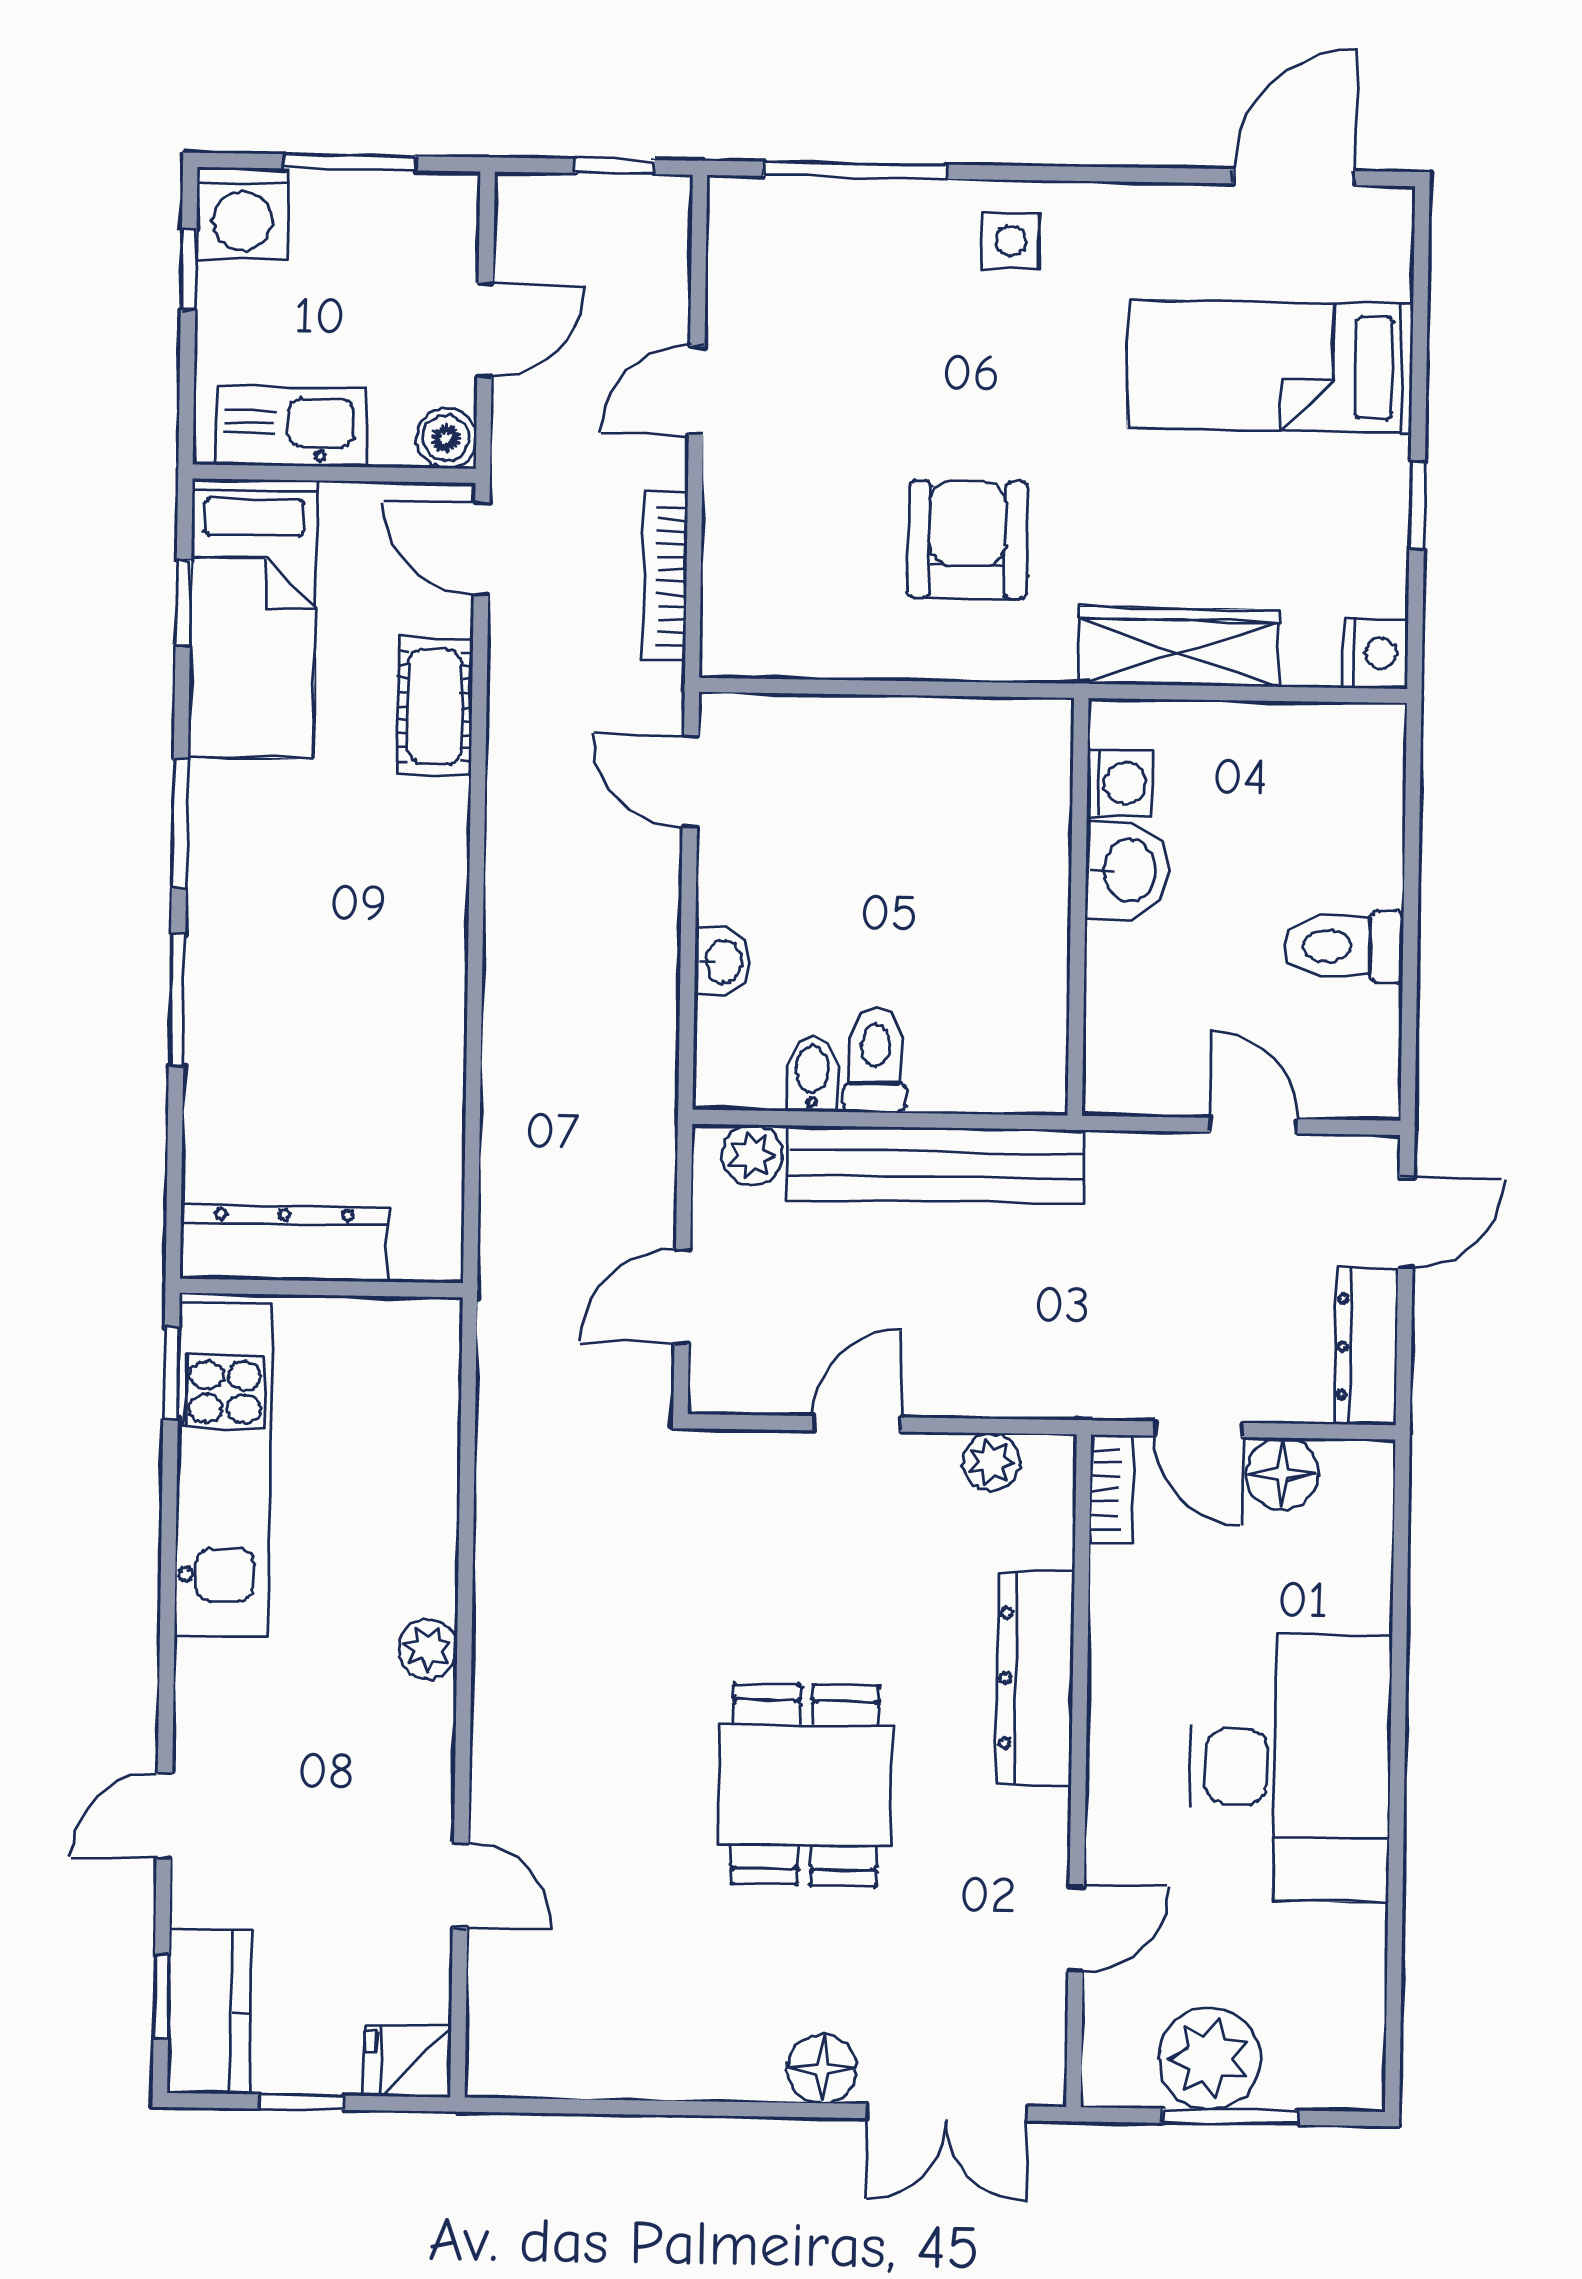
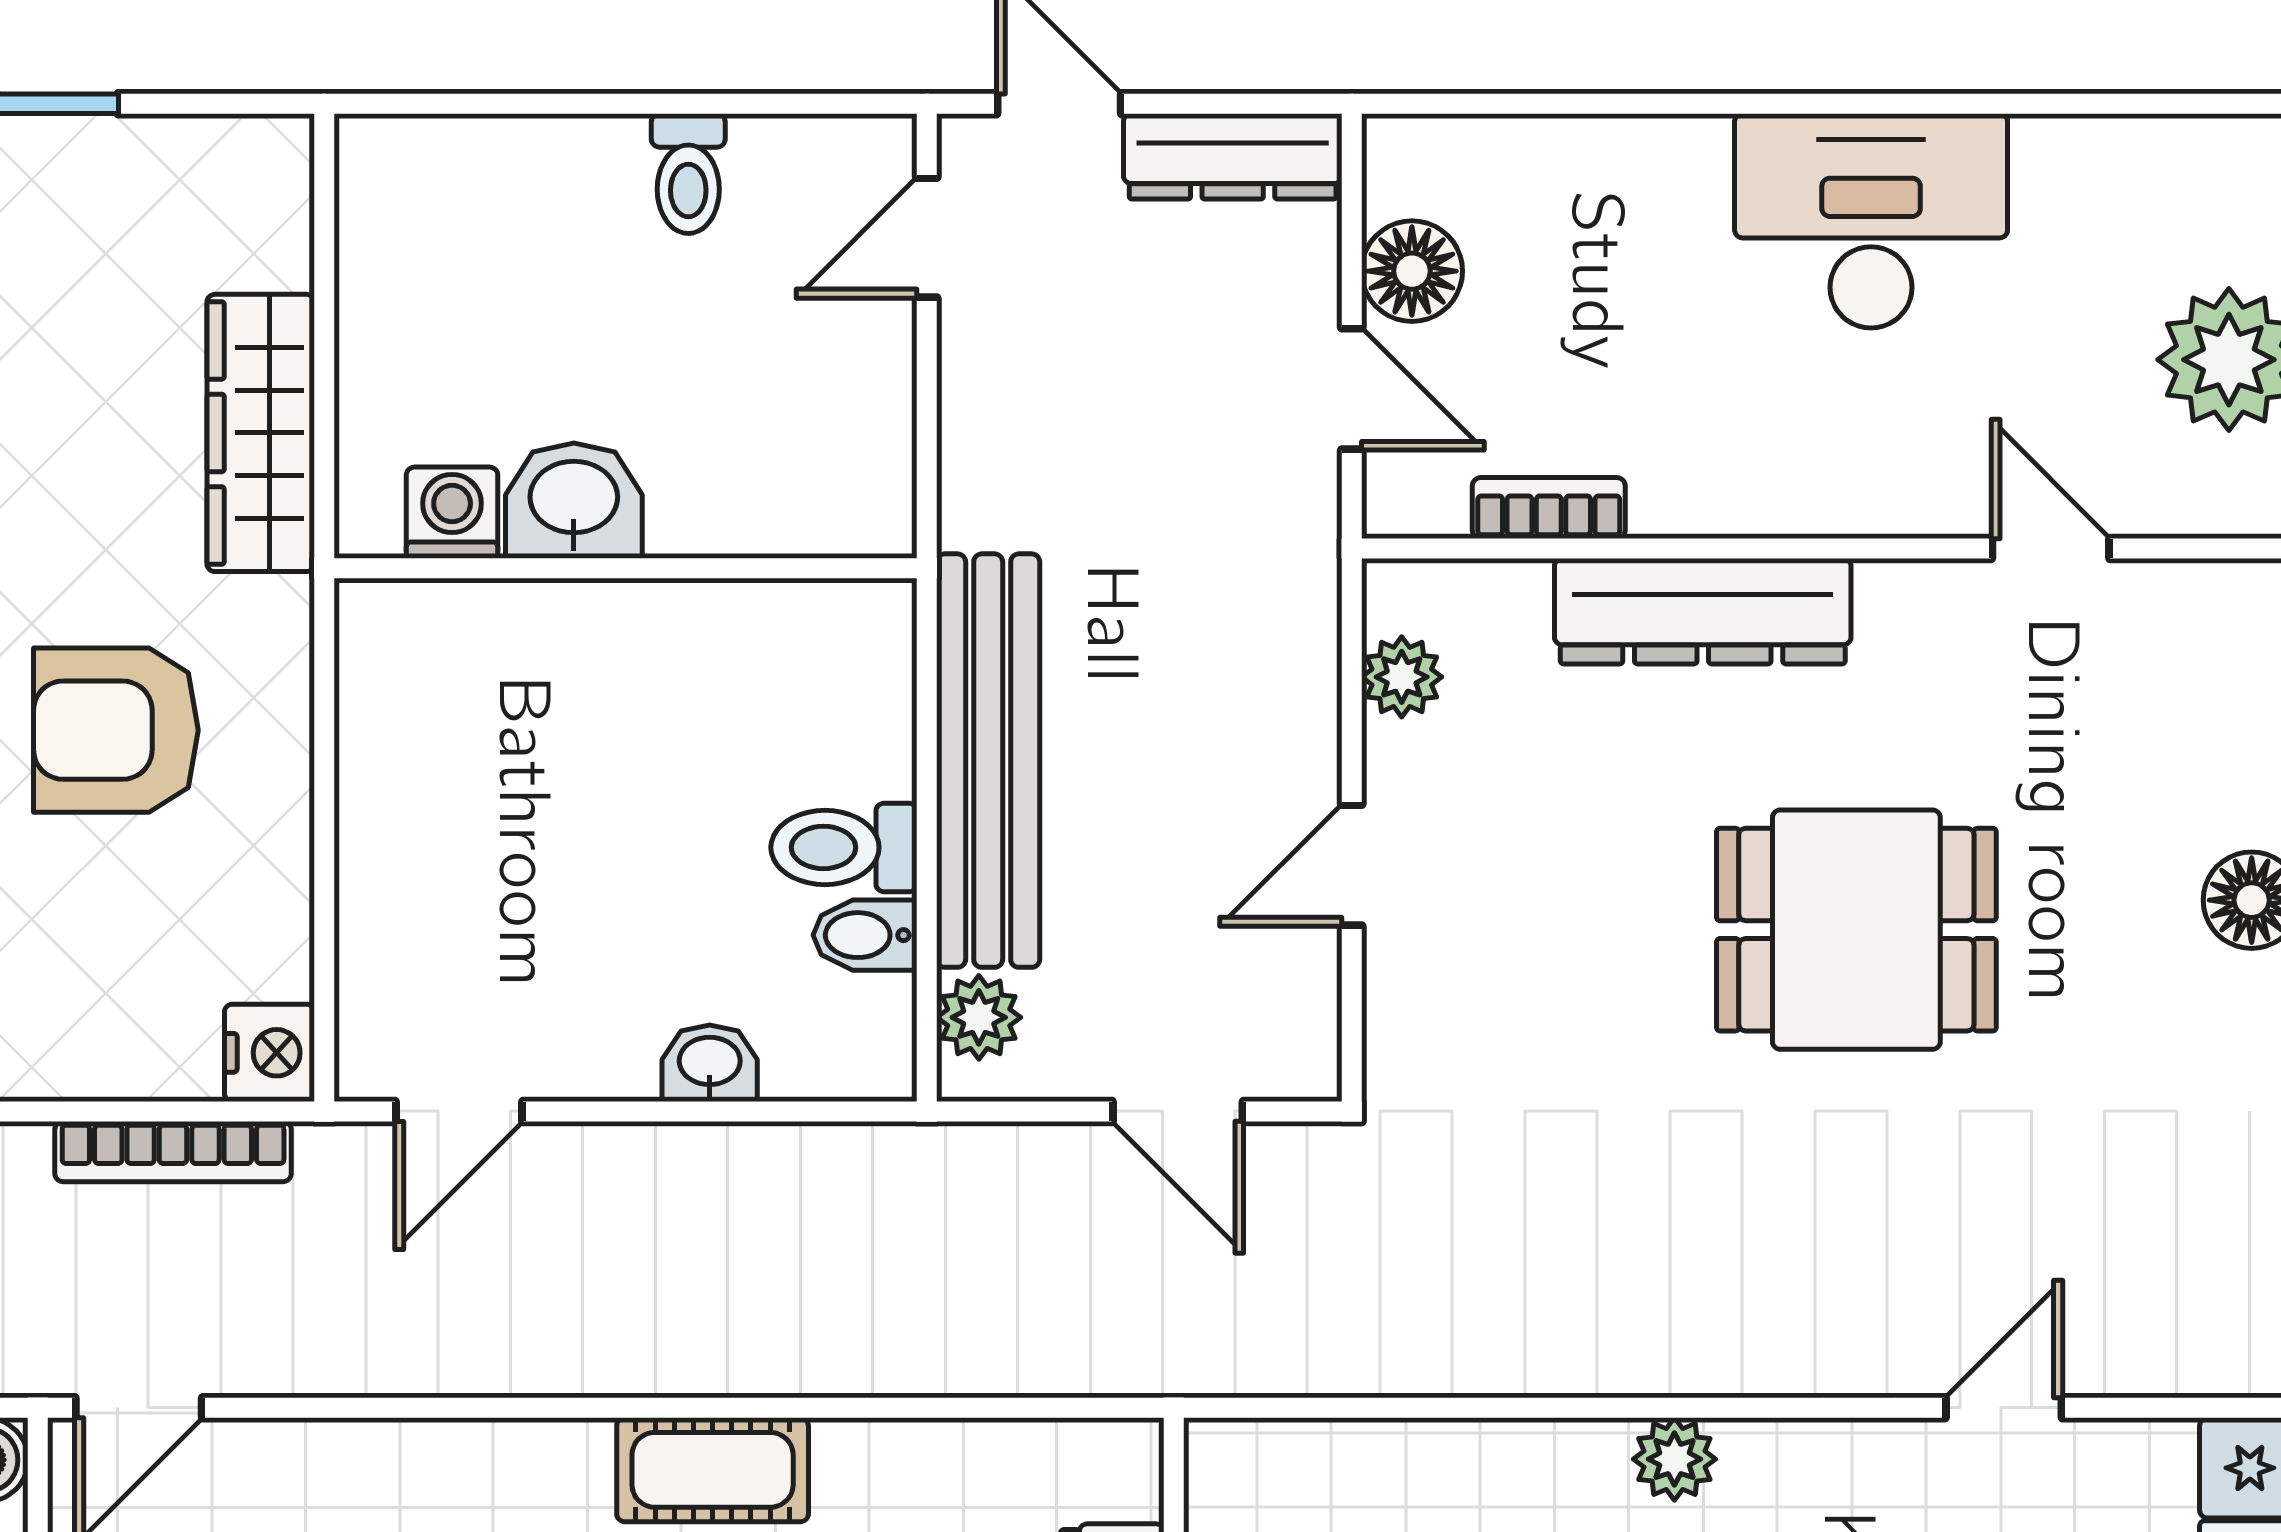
nightstand: (1376, 653) -> (269, 1053), moved, turned 90
cot: (435, 707) -> (713, 1470), moved
toilet: (1344, 946) -> (688, 174), width x0.73, depth x0.72
door: (1253, 1126) -> (927, 238), moved
door: (857, 1424) -> (1352, 865), hinge flipped
door: (1198, 1429) -> (1352, 389), hinge flipped
bookcase: (1112, 1490) -> (1549, 508), moved
desk: (1290, 1767) -> (1871, 221), width x0.73, depth x0.77

